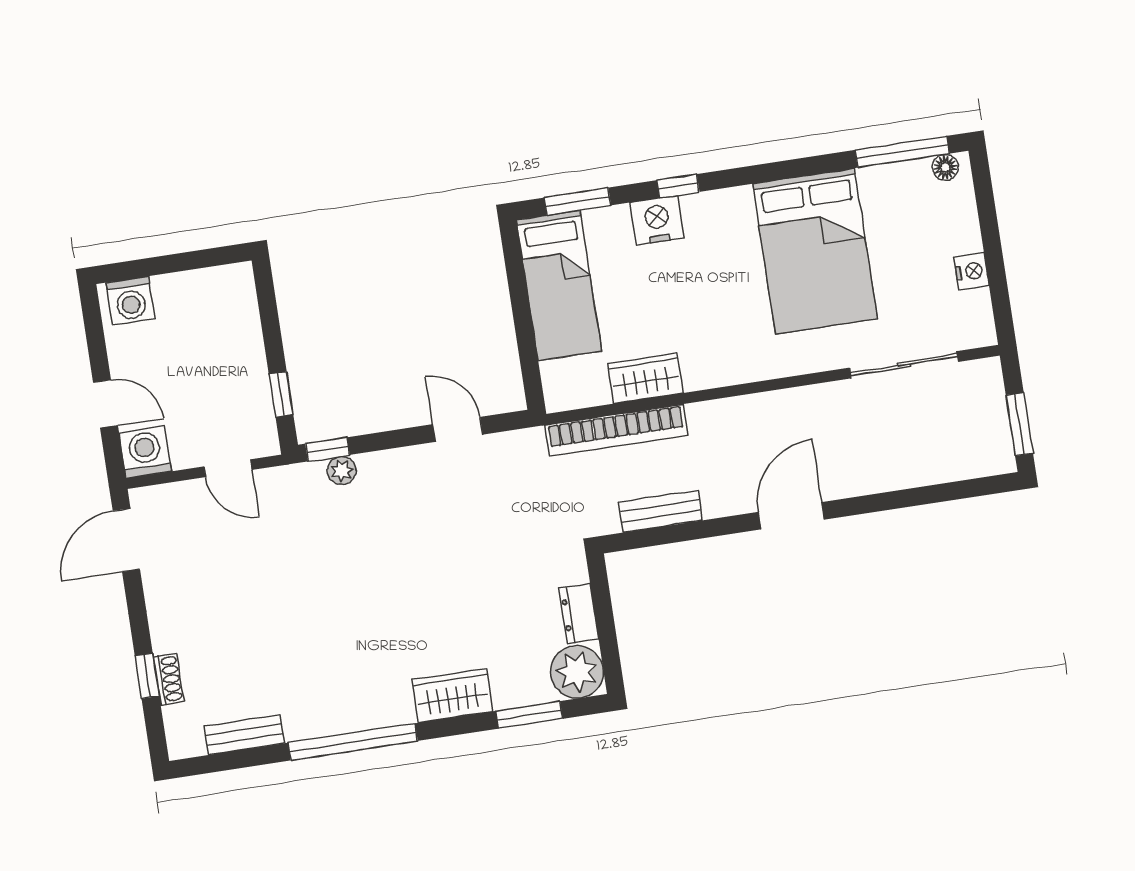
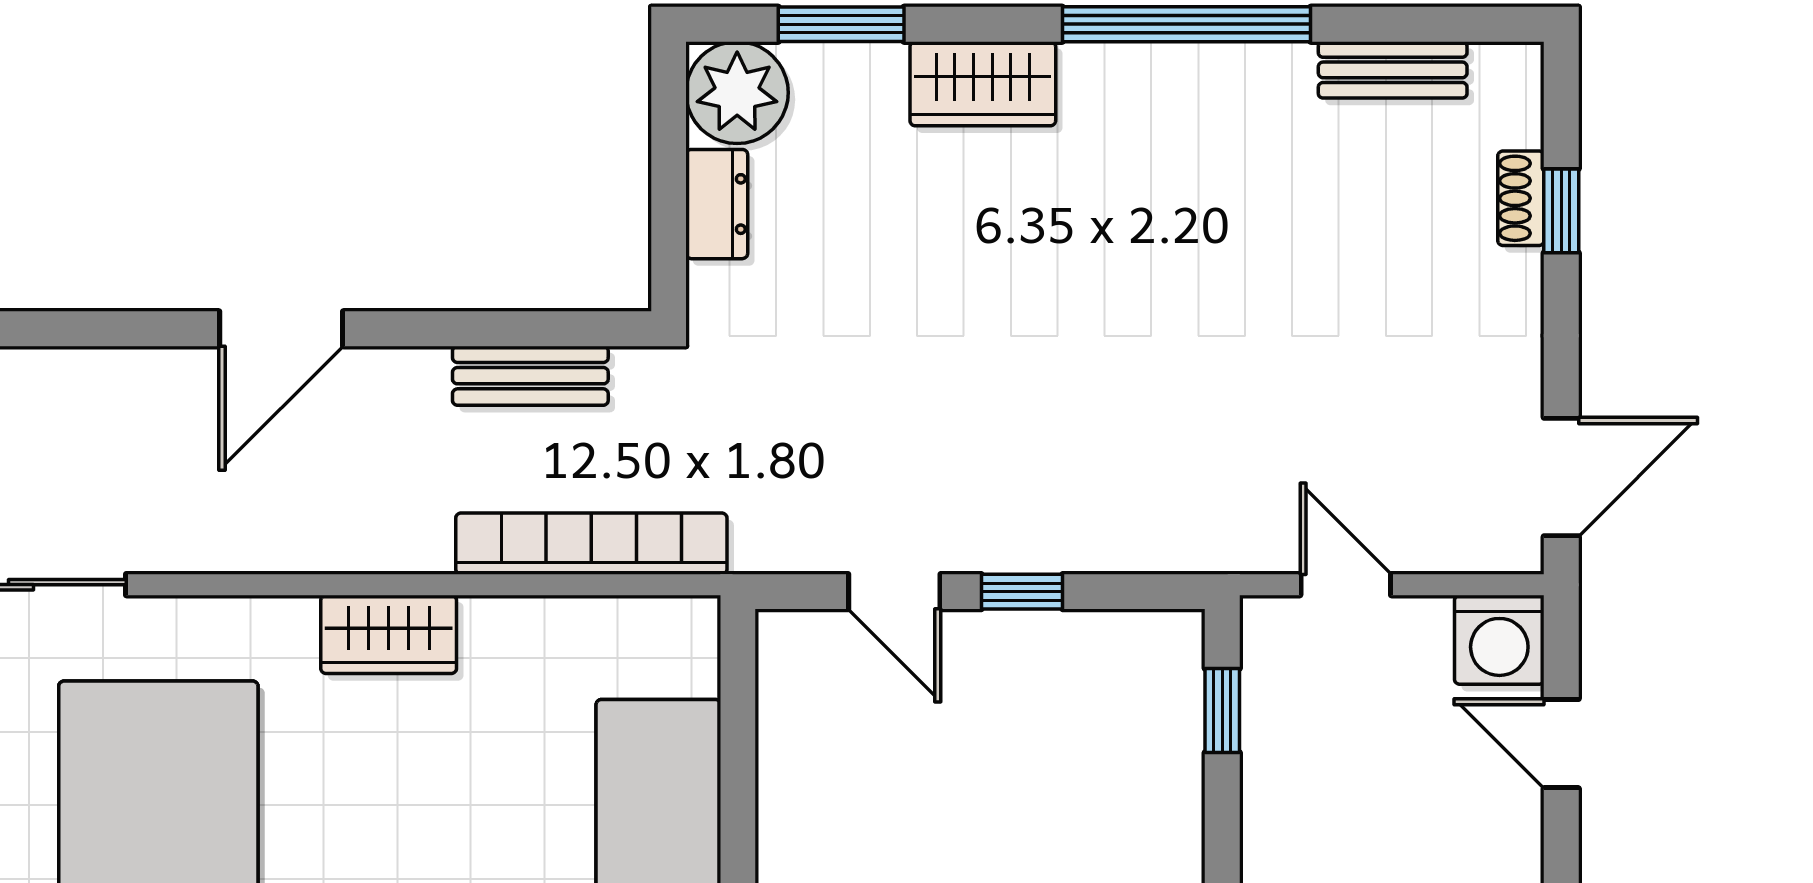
wardrobe: (645, 378) -> (389, 634), moved
window: (328, 449) -> (1022, 592), moved
plant: (342, 471) -> (1129, 547), removed

